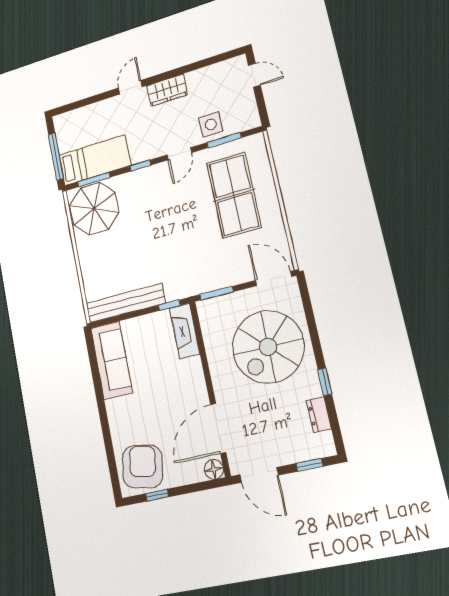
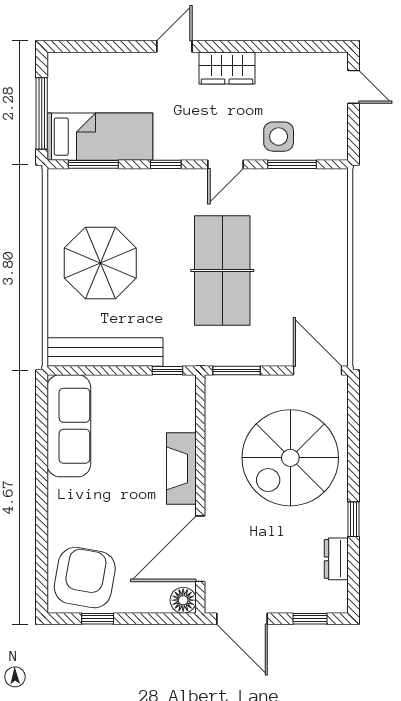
table tennis table: (234, 195) -> (222, 271), moved
parasol: (94, 209) -> (100, 263), moved
fireplace: (185, 331) -> (181, 468), moved

